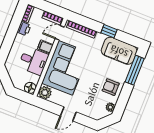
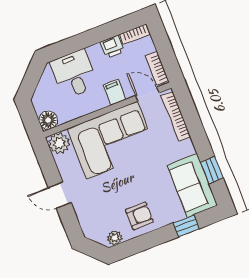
window: (109, 31) -> (212, 170), moved
desk: (33, 61) -> (74, 74), moved, turned 180
window: (135, 70) -> (186, 226), width x0.46
armchair: (111, 87) -> (139, 216), turned 90

